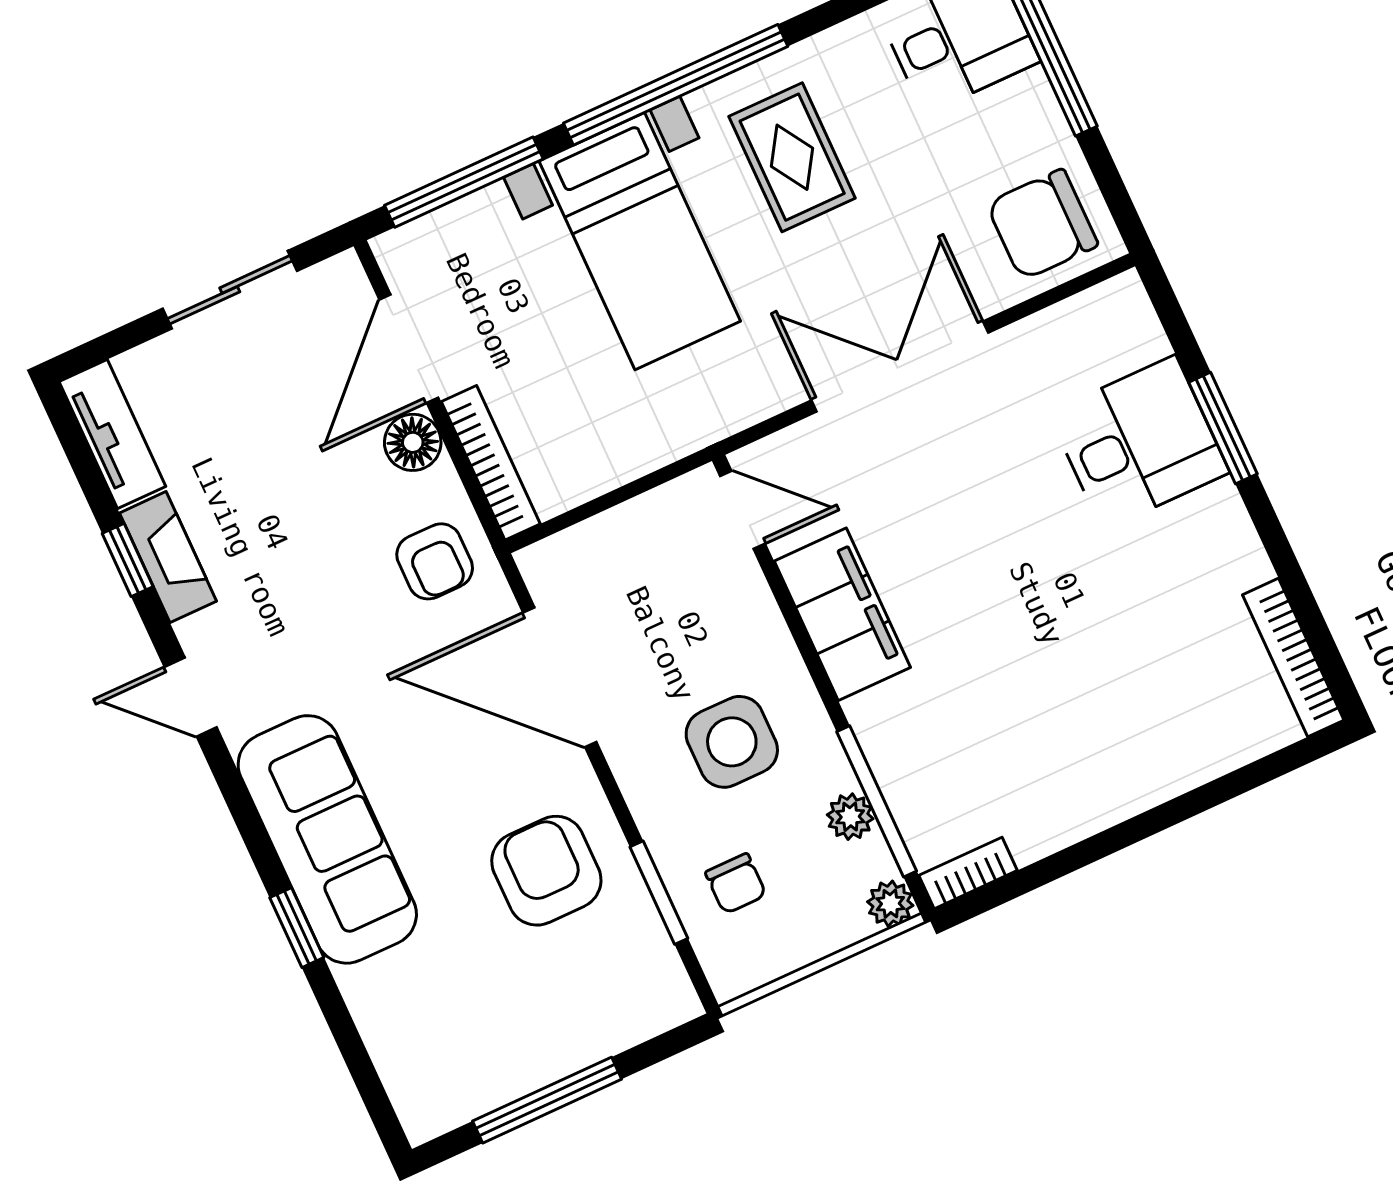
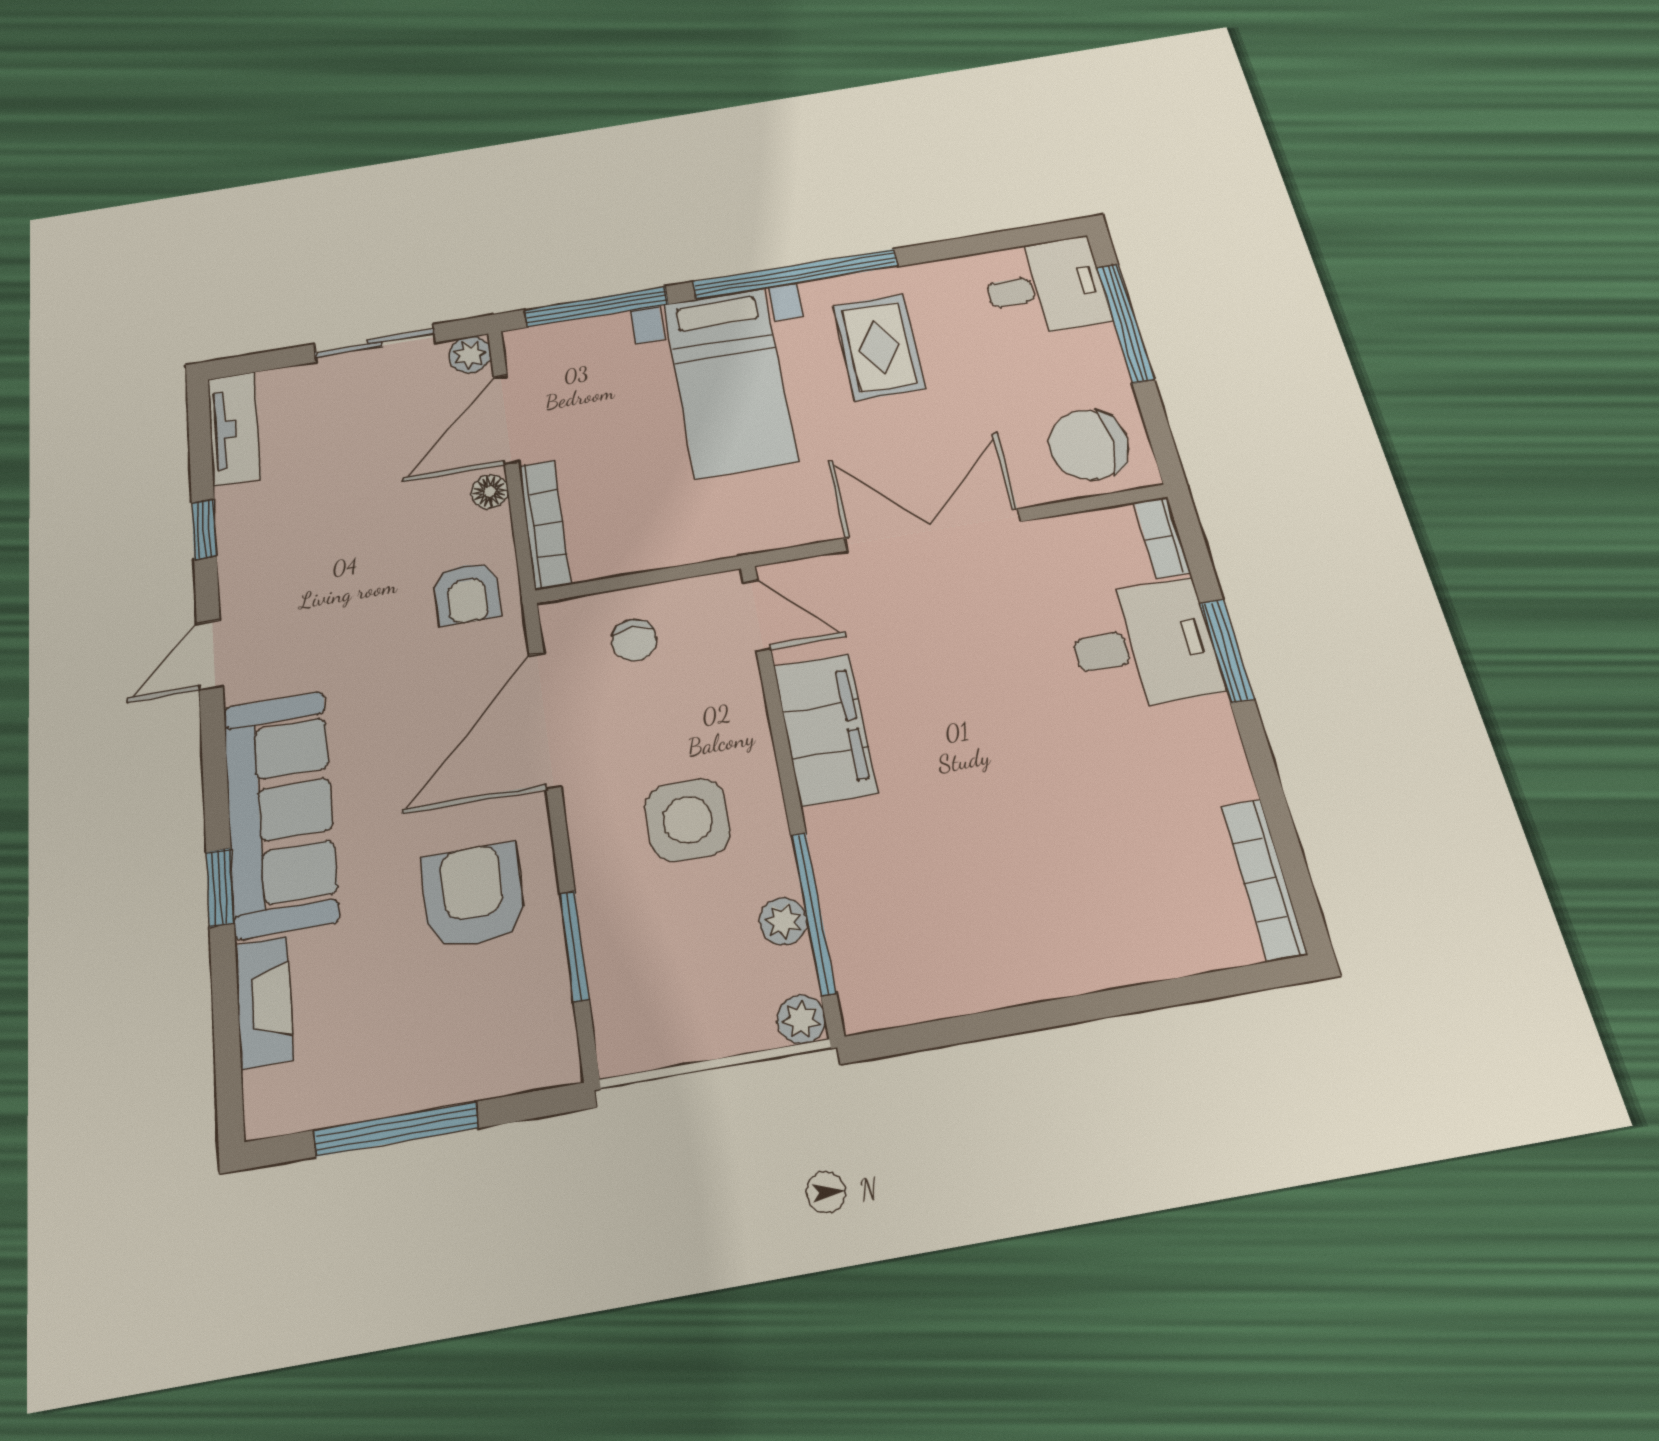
plant: (342, 278) -> (470, 355), added
floor lamp: (413, 442) -> (490, 492), width x0.73, depth x0.73
fireplace: (168, 557) -> (264, 1002), moved
door: (560, 677) -> (545, 720), hinge flipped
door: (191, 697) -> (210, 655), hinge flipped
bookcase: (968, 873) -> (1162, 537), moved, turned -90
chair: (736, 884) -> (634, 640), moved

